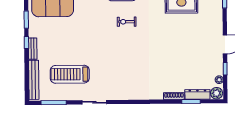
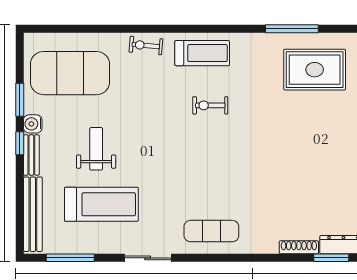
water cooler: (33, 32) -> (33, 124), added
weight bench: (67, 45) -> (96, 149), added
treadmill: (70, 74) -> (101, 204), turned 180
exercise mat: (128, 88) -> (211, 231), added

